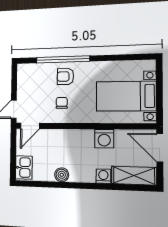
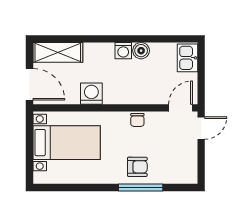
window: (63, 59) -> (141, 188), width x0.68
chair: (62, 103) -> (137, 120), moved
washing machine: (103, 176) -> (123, 51), moved

